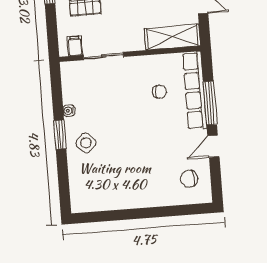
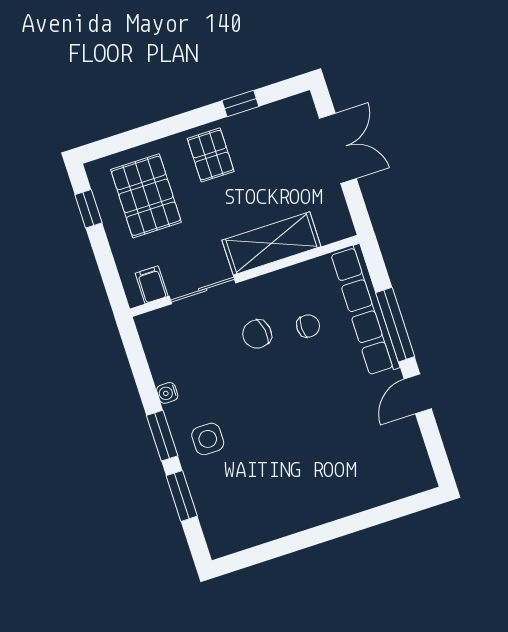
shelving: (172, 37) -> (271, 243), moved
side table: (86, 143) -> (208, 439), turned 45
window: (63, 172) -> (182, 496), added
chair: (189, 179) -> (257, 334), moved

